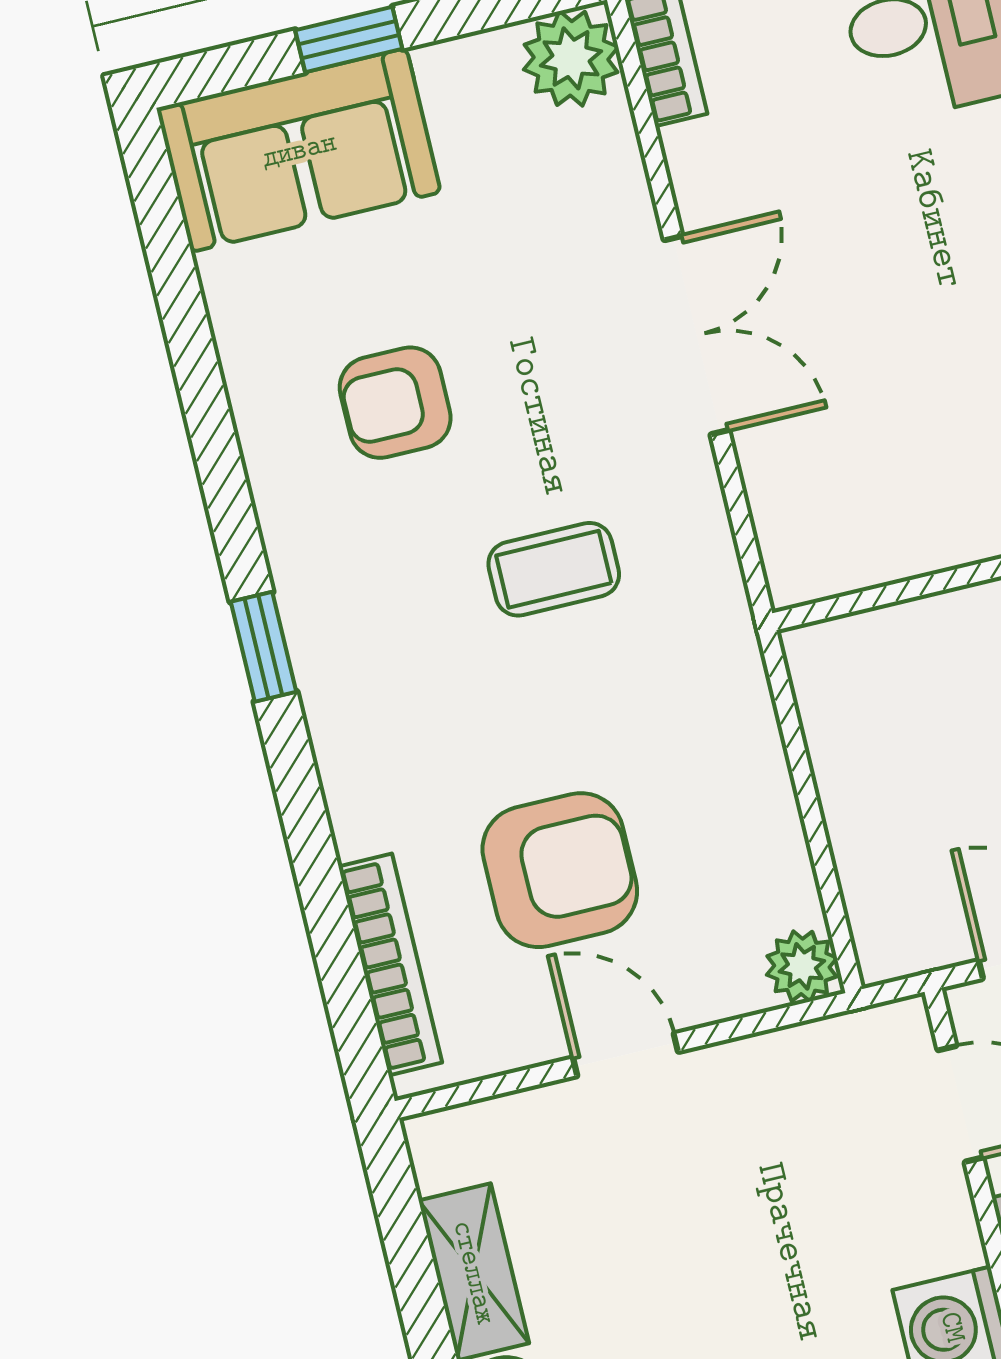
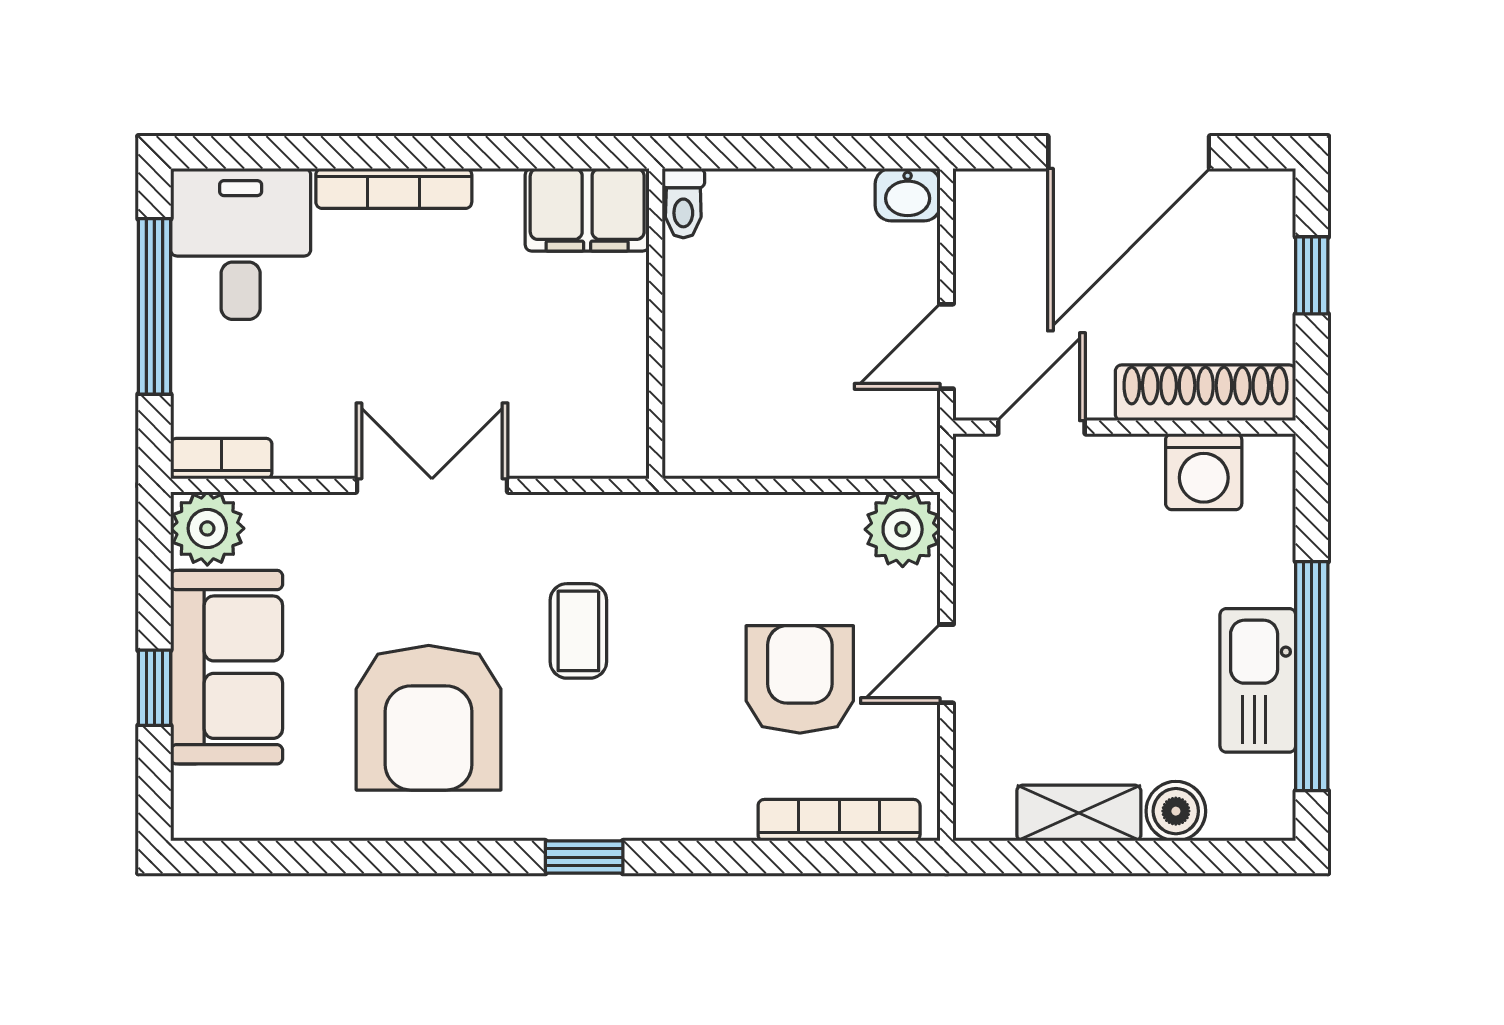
sofa: (299, 150) -> (227, 667), moved
armchair: (395, 403) -> (429, 718), width x1.88, depth x1.88
plant: (802, 966) -> (903, 529), width x1.38, depth x1.38

